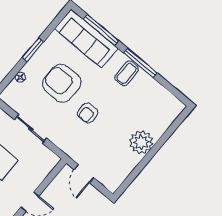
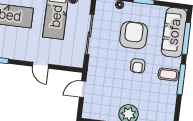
armchair: (88, 113) -> (138, 66), moved, turned -90
sliding door: (31, 129) -> (89, 34), width x1.37

